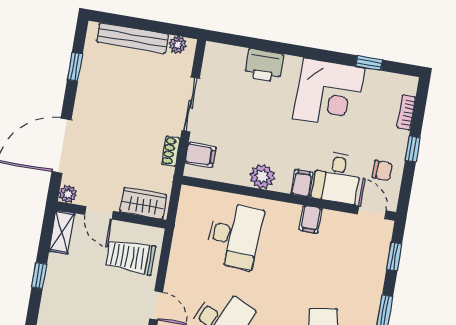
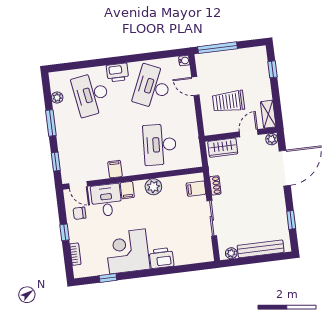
printer: (264, 65) -> (162, 258), moved
door: (99, 213) -> (249, 133), hinge flipped
trolley: (130, 257) -> (229, 101), moved, turned 180
window: (39, 276) -> (272, 69), moved

